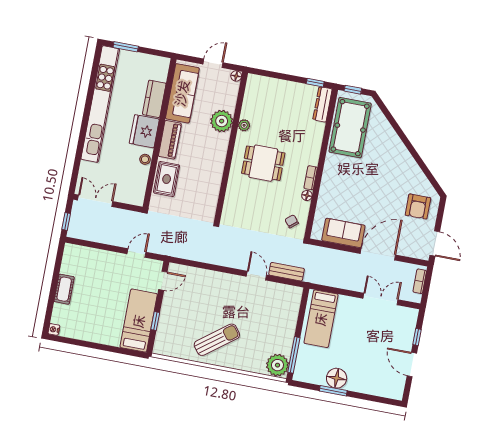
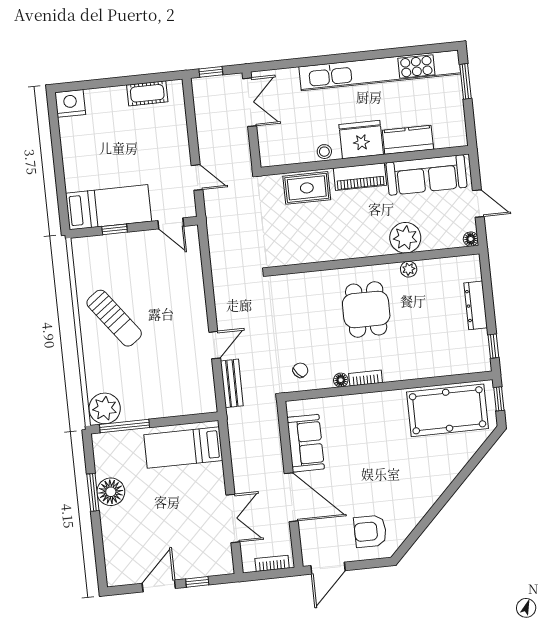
dresser: (323, 104) -> (476, 305), moved, turned -90
cot: (64, 289) -> (147, 93), moved
nightstand: (54, 329) -> (70, 103), width x1.89, depth x1.79

